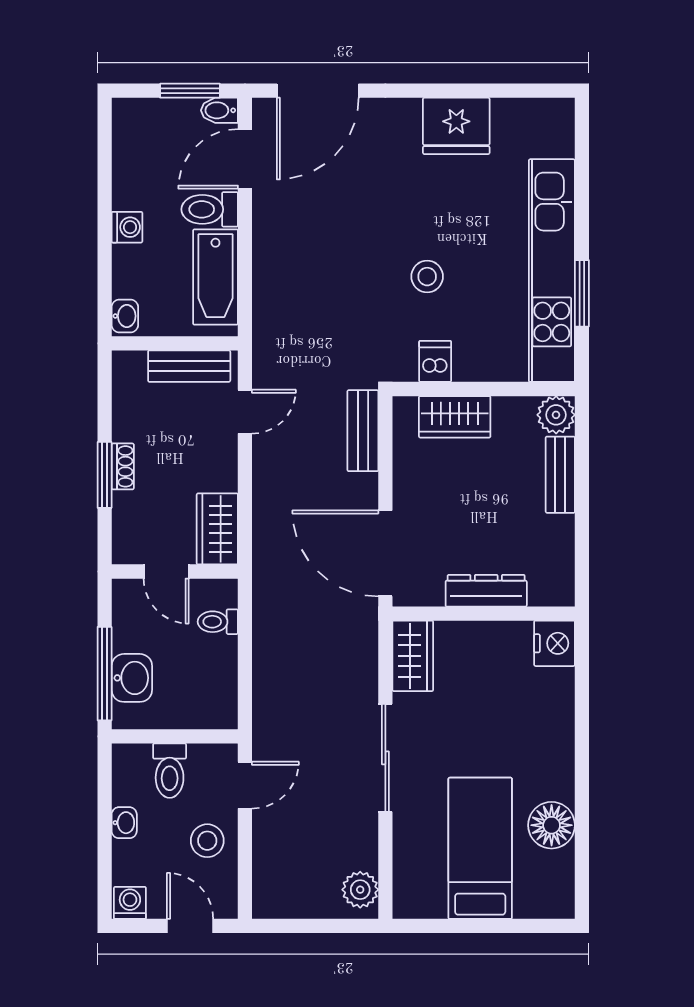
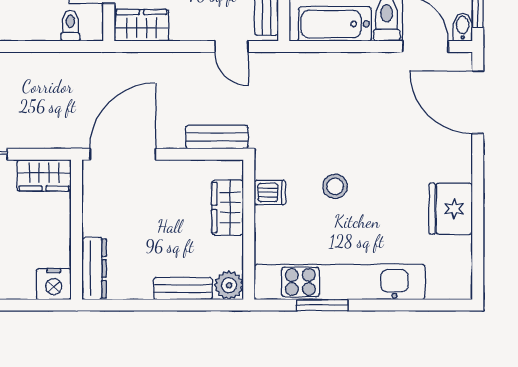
dresser: (486, 591) -> (94, 269), moved

